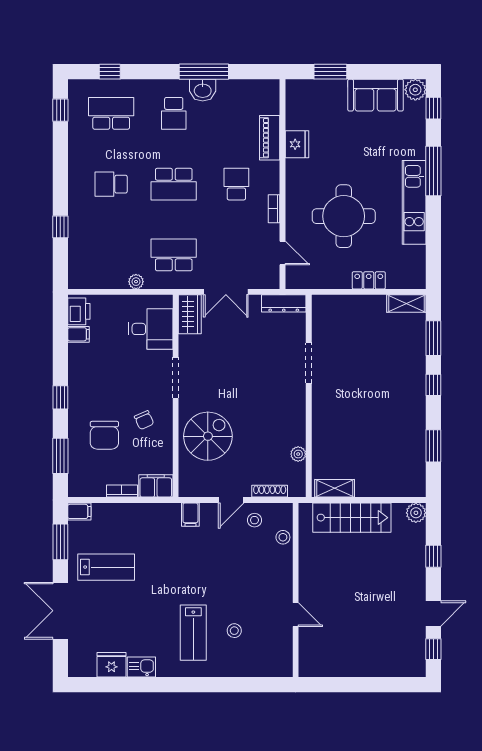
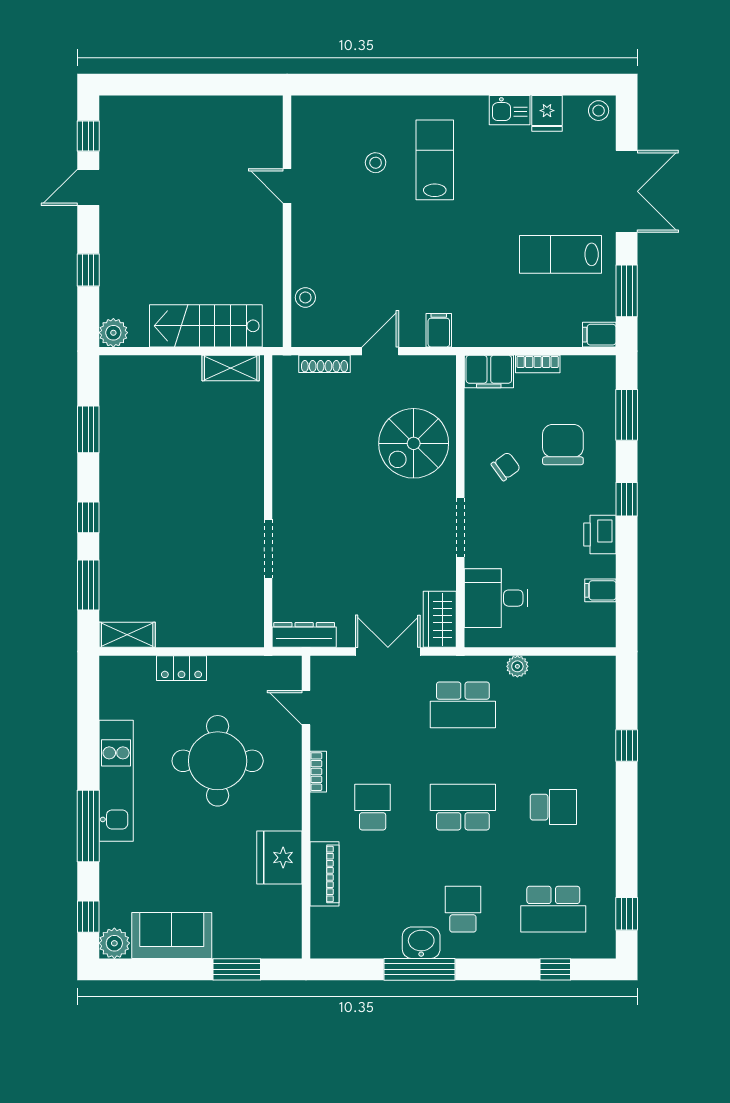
fridge: (297, 144) -> (279, 858), width x1.36, depth x1.34
school desk: (236, 184) -> (373, 807), turned 180
printer: (79, 311) -> (600, 534), moved
chair: (144, 420) -> (506, 466), turned 78
plant: (298, 454) -> (283, 417), removed
stool: (254, 520) -> (599, 111), moved
fridge: (111, 665) -> (547, 113), width x0.72

